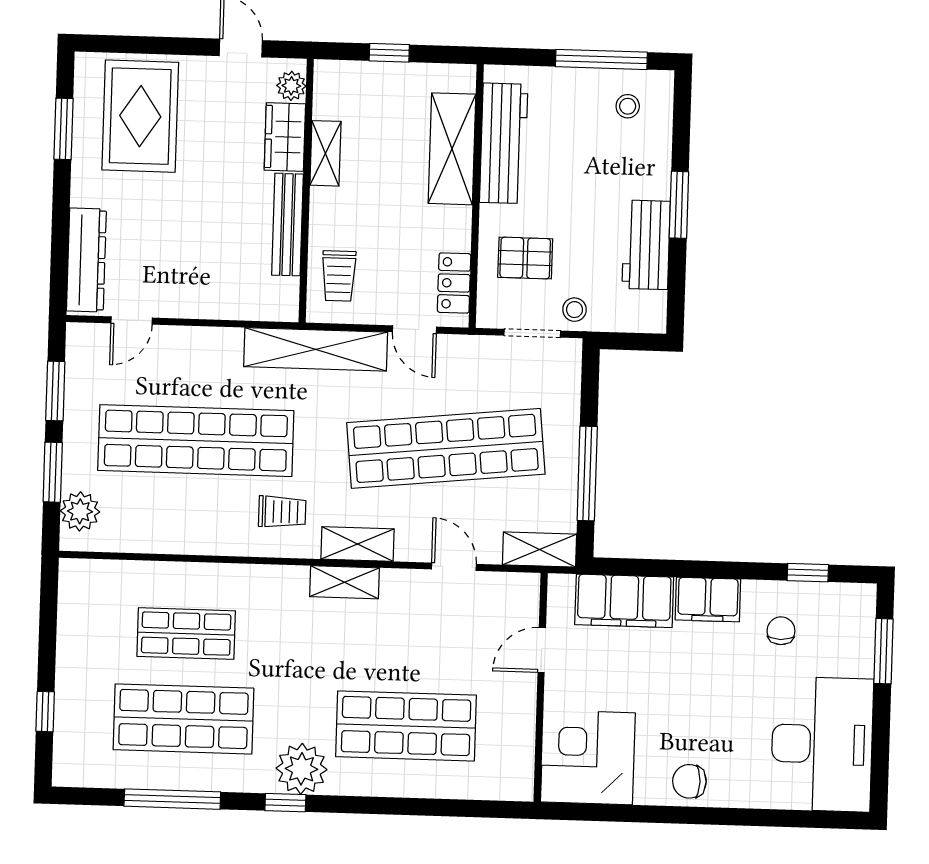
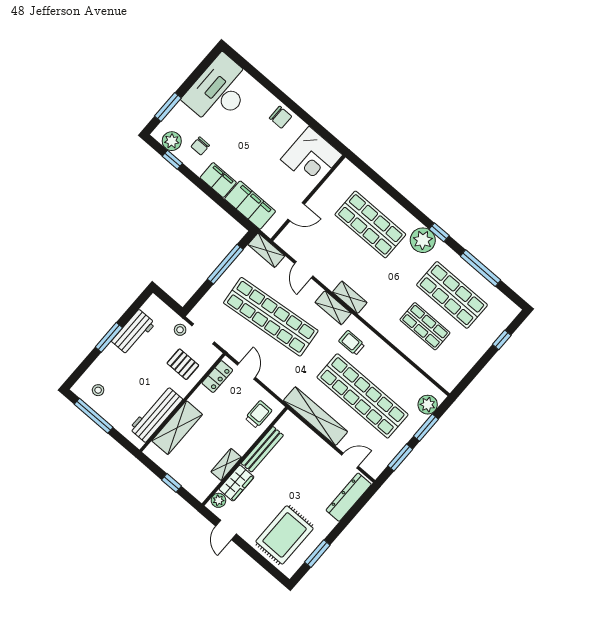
shelving: (316, 349) -> (315, 416), moved
plant: (833, 602) -> (172, 141), added

